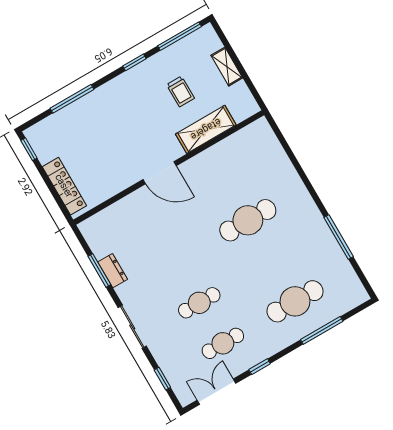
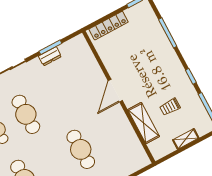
cafe table: (199, 303) -> (26, 114), width x1.37, depth x1.35

